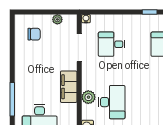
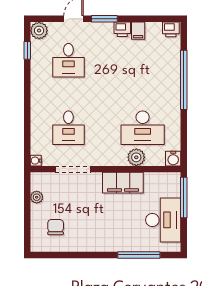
window: (150, 12) -> (27, 79), removed
desk: (112, 102) -> (143, 128), turned 180

